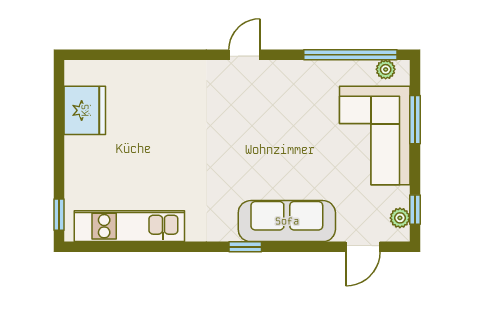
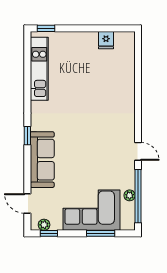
door: (245, 55) -> (138, 151), moved
plant: (386, 69) -> (130, 195), moved
fridge: (85, 110) -> (106, 40), width x0.53, depth x0.75

